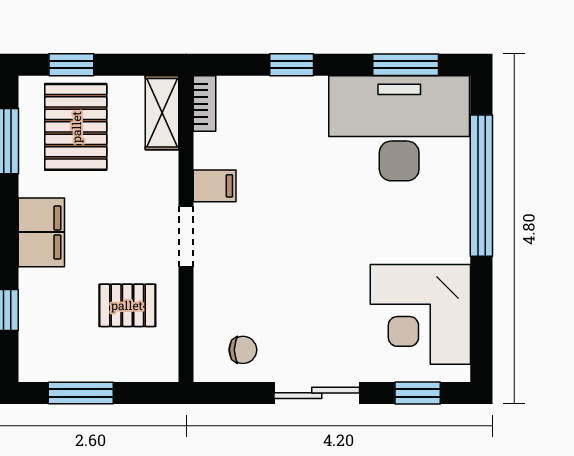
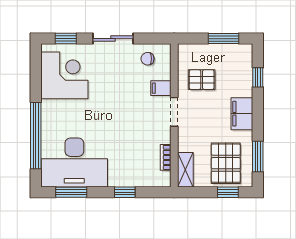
bookcase: (204, 104) -> (166, 157), moved
filing cabinet: (215, 186) -> (161, 88), moved

